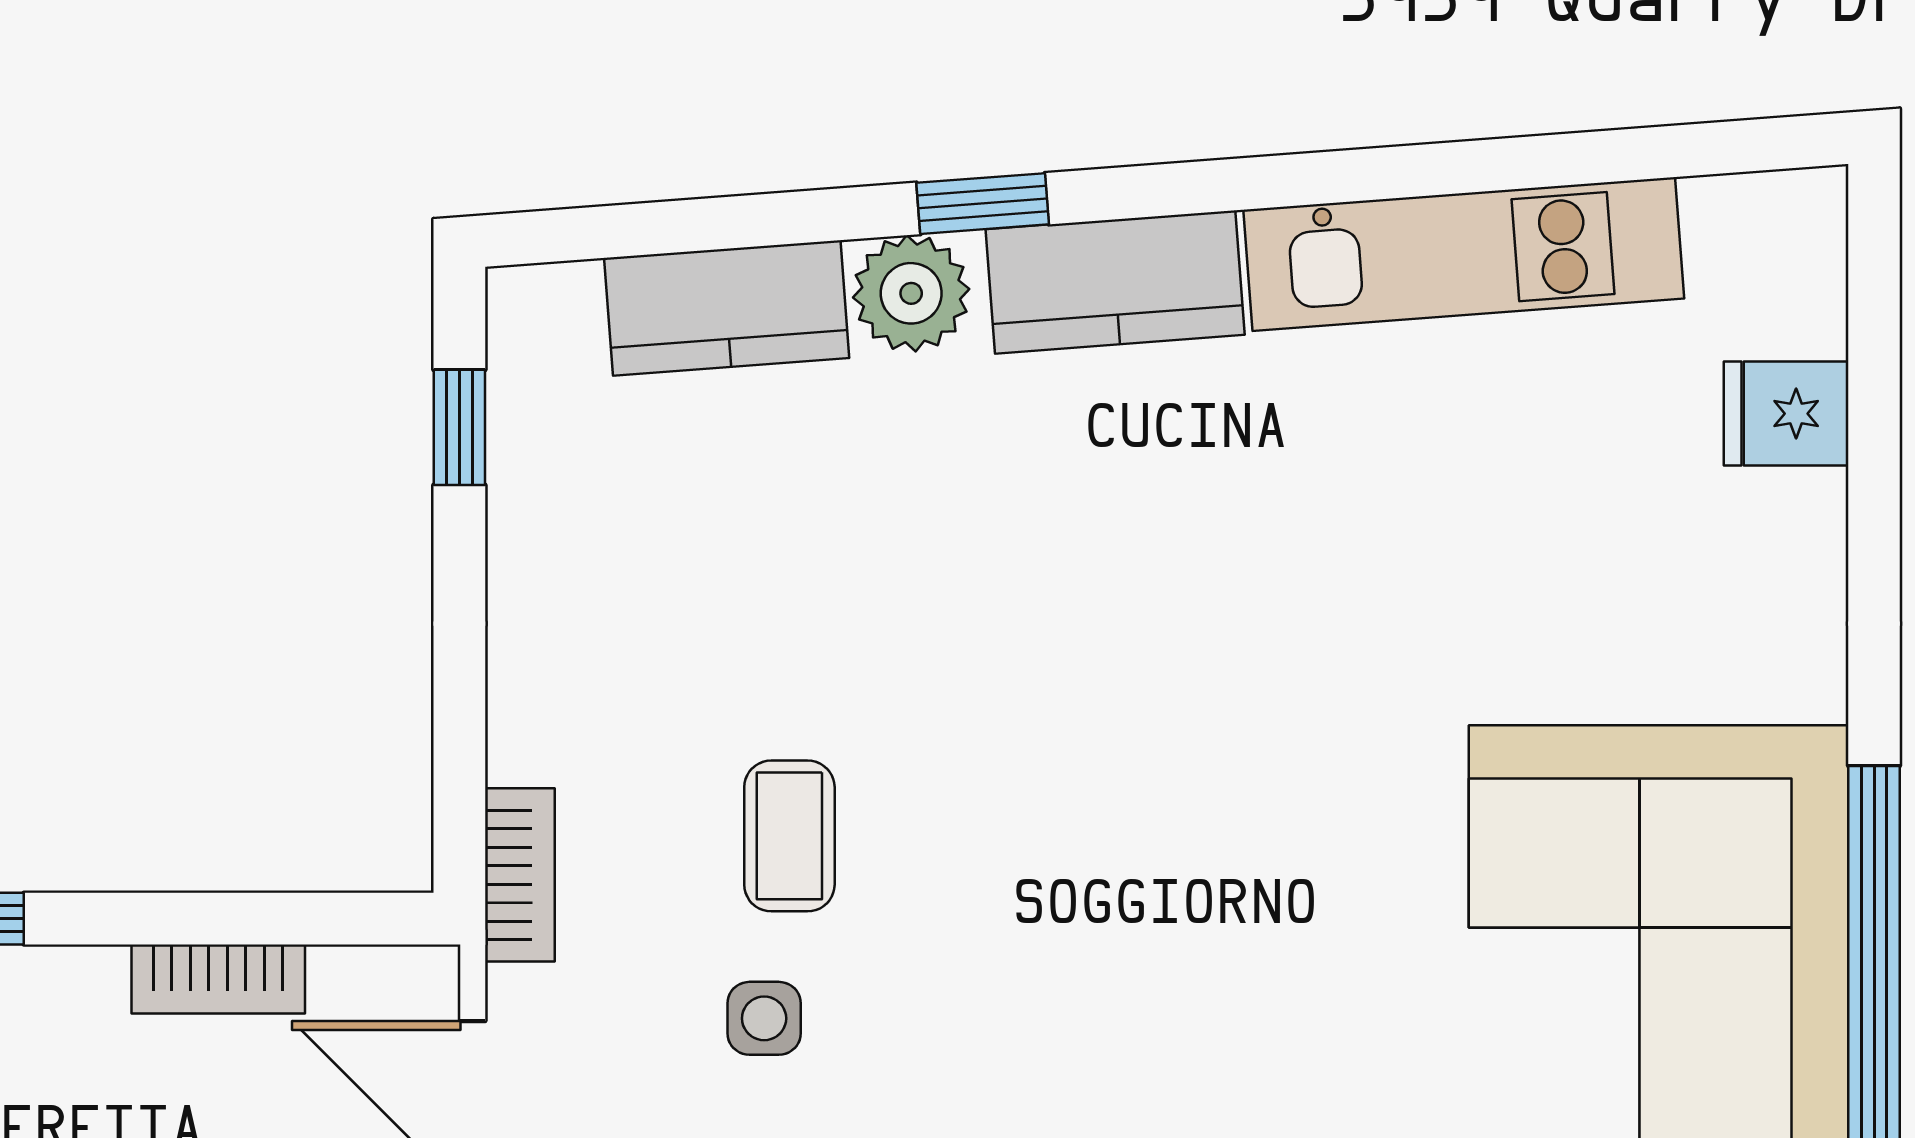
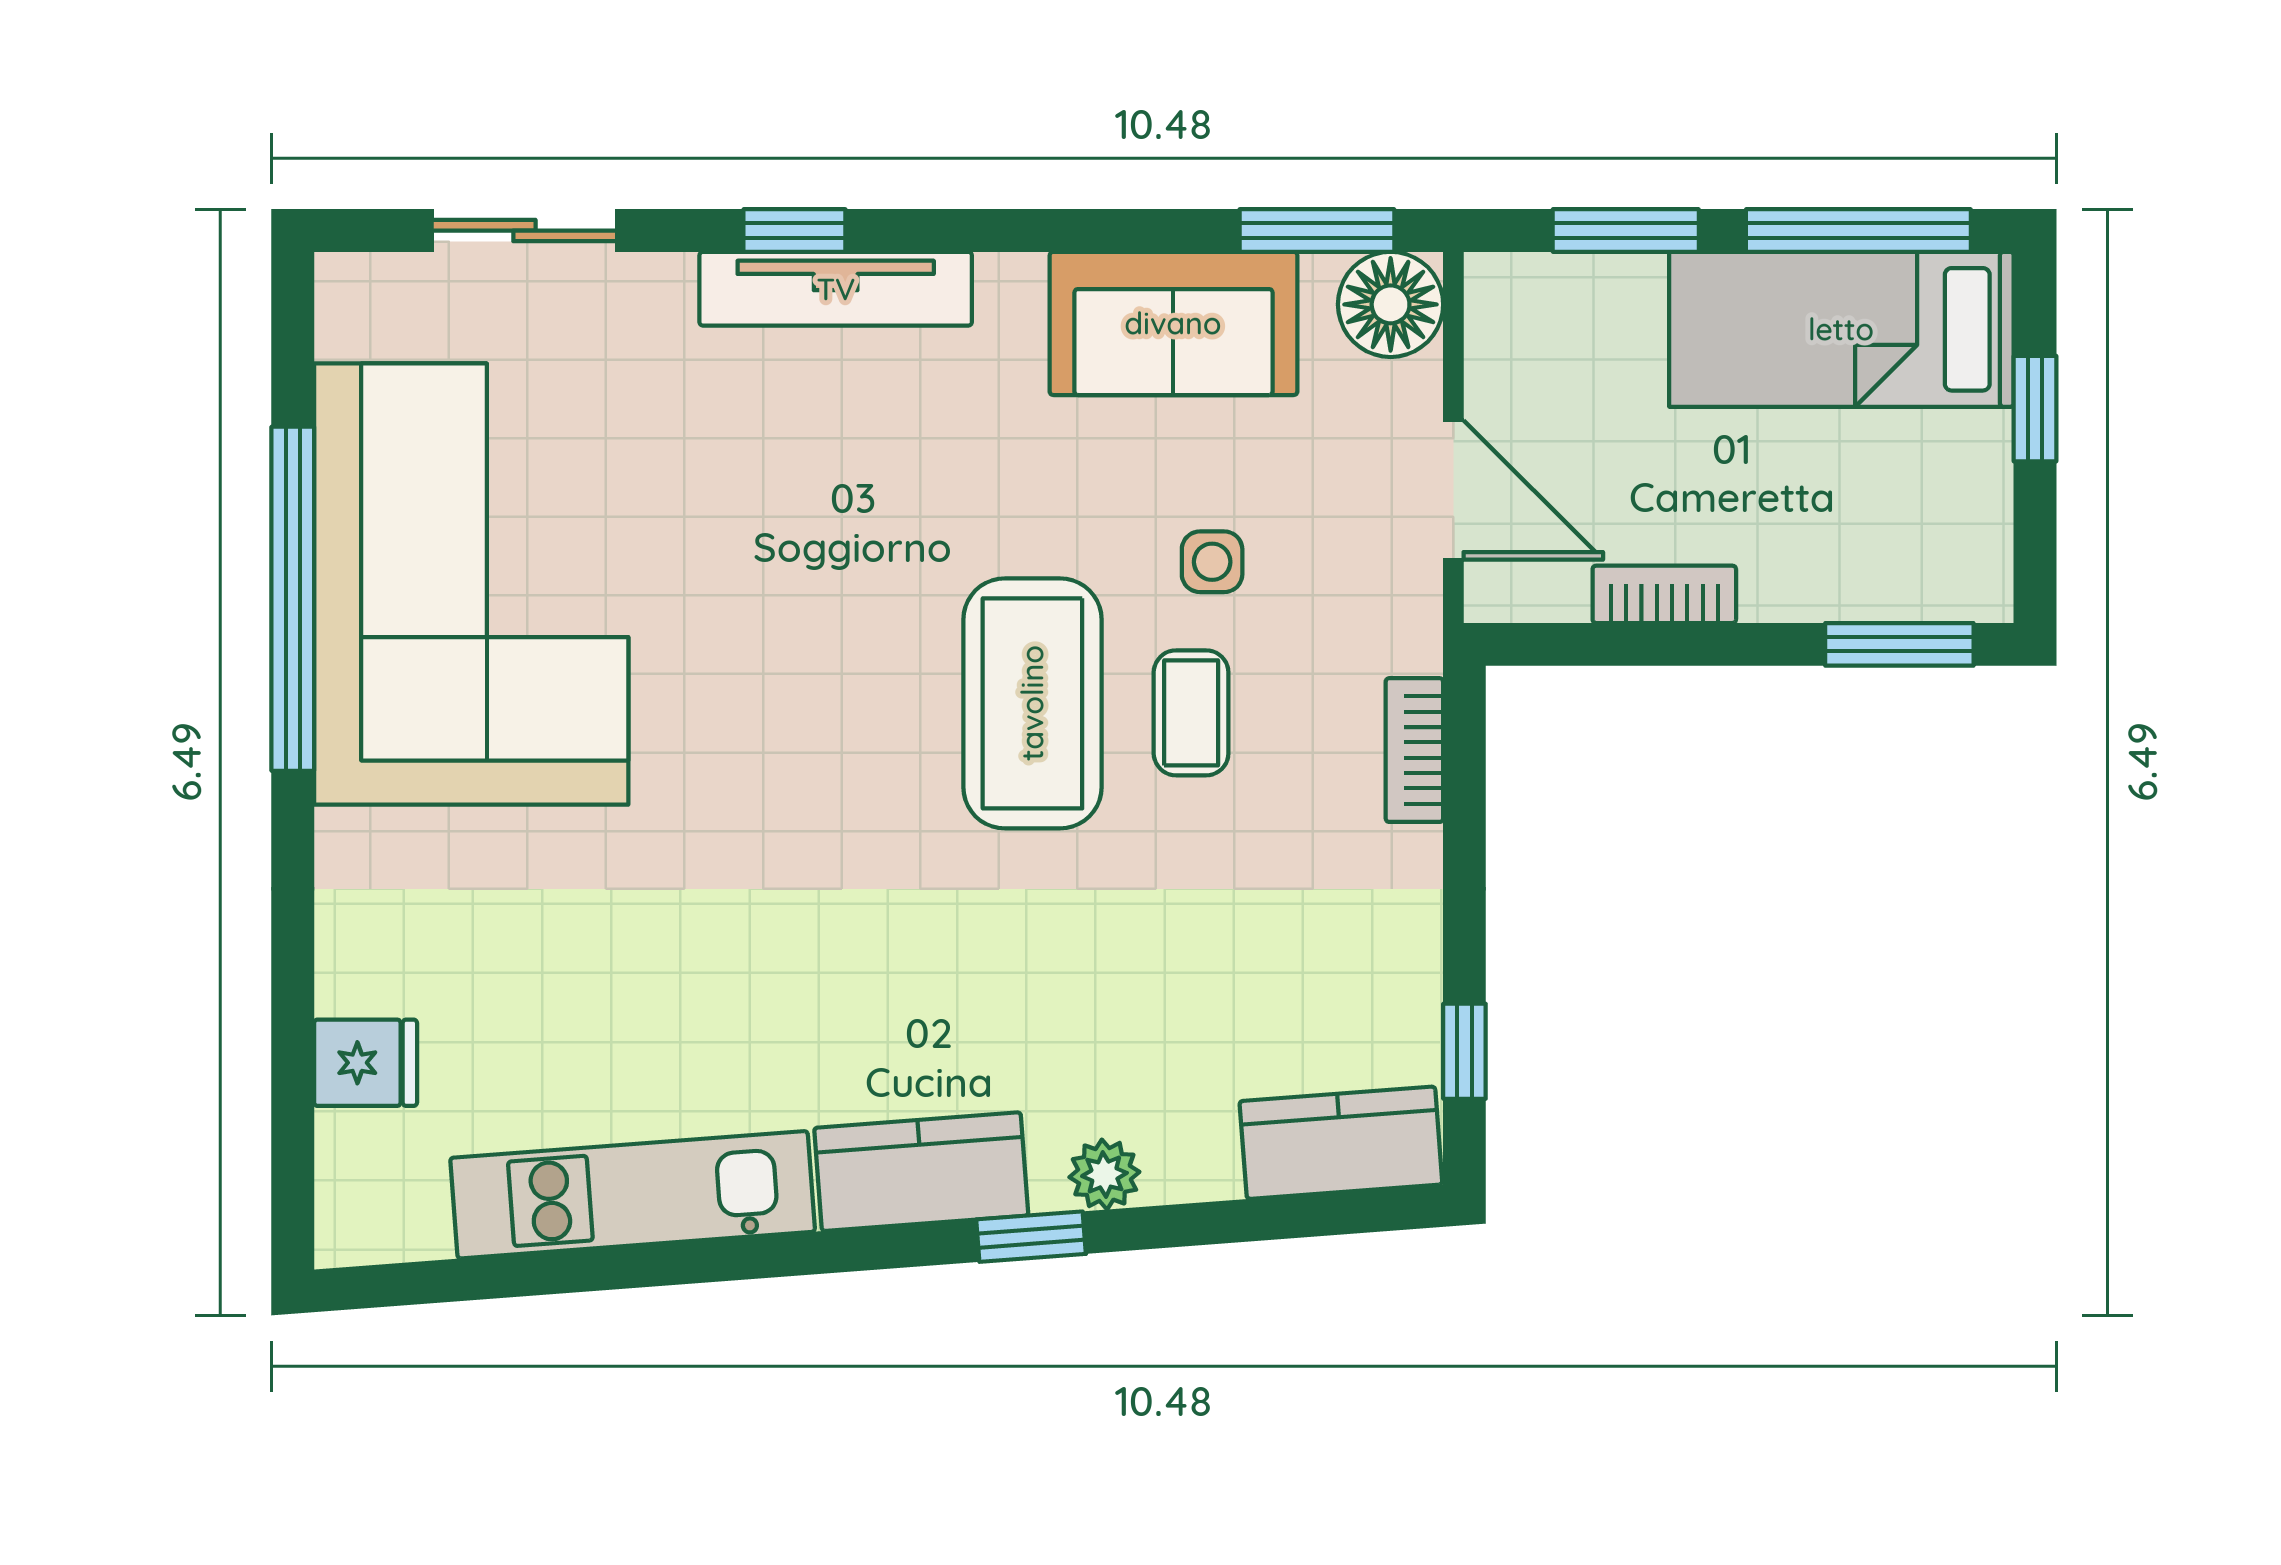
plant: (911, 293) -> (1104, 1174), width x0.73, depth x0.73
kitchen counter: (727, 308) -> (1341, 1143), moved
coffee table: (981, 847) -> (1032, 703), added
bookcase: (520, 875) -> (1414, 750), moved

